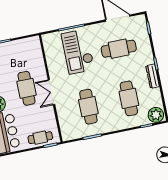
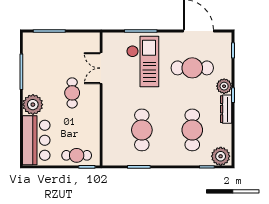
checkout: (78, 52) -> (143, 61), turned 180
plant: (147, 58) -> (224, 86), added
cafe table: (27, 88) -> (72, 93), width x0.73, depth x0.74
double door: (51, 92) -> (101, 68), moved

